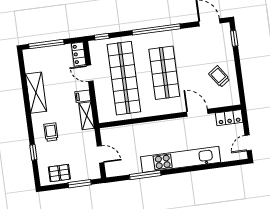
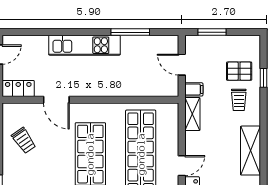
door: (90, 73) -> (182, 166), hinge flipped
filing cabinet: (83, 96) -> (194, 89), moved
kitchen unit: (181, 159) -> (84, 45), width x0.73
pallet: (59, 173) -> (239, 71), moved

